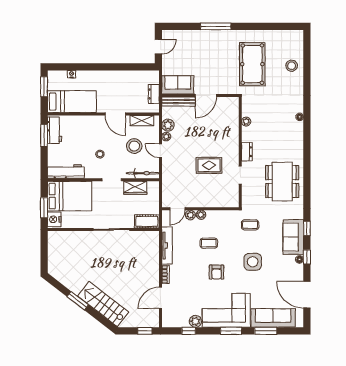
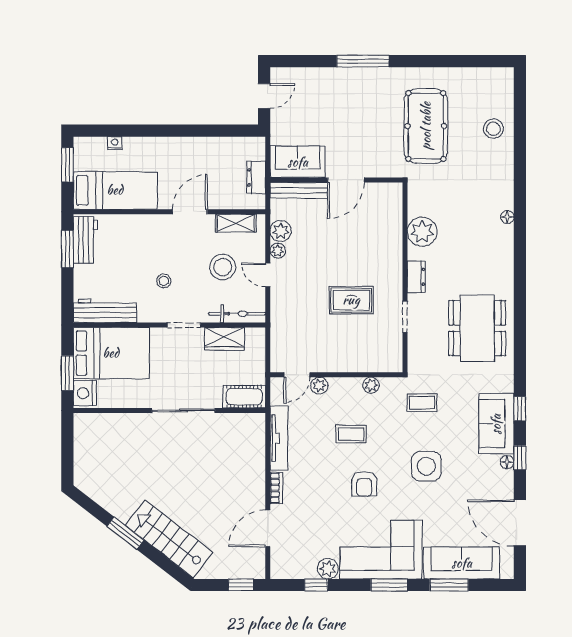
door: (115, 114) -> (190, 212), swing flipped
plant: (246, 122) -> (422, 232), width x1.87, depth x1.87
plant: (201, 215) -> (371, 385), moved

